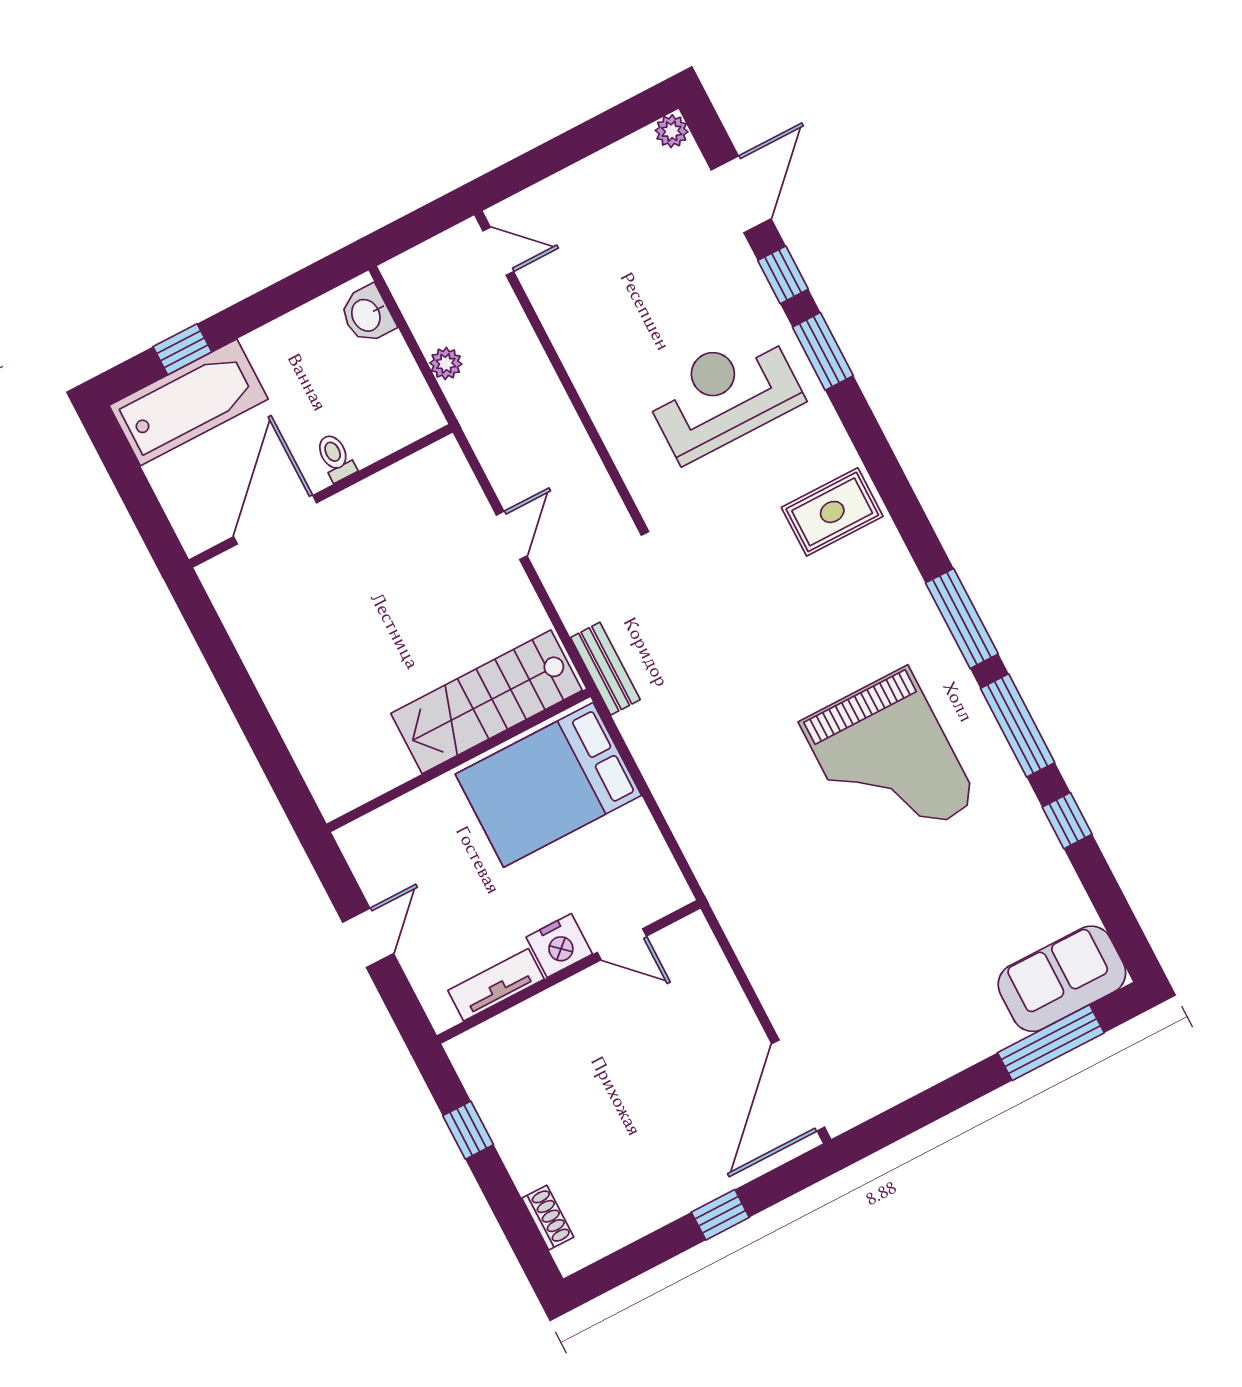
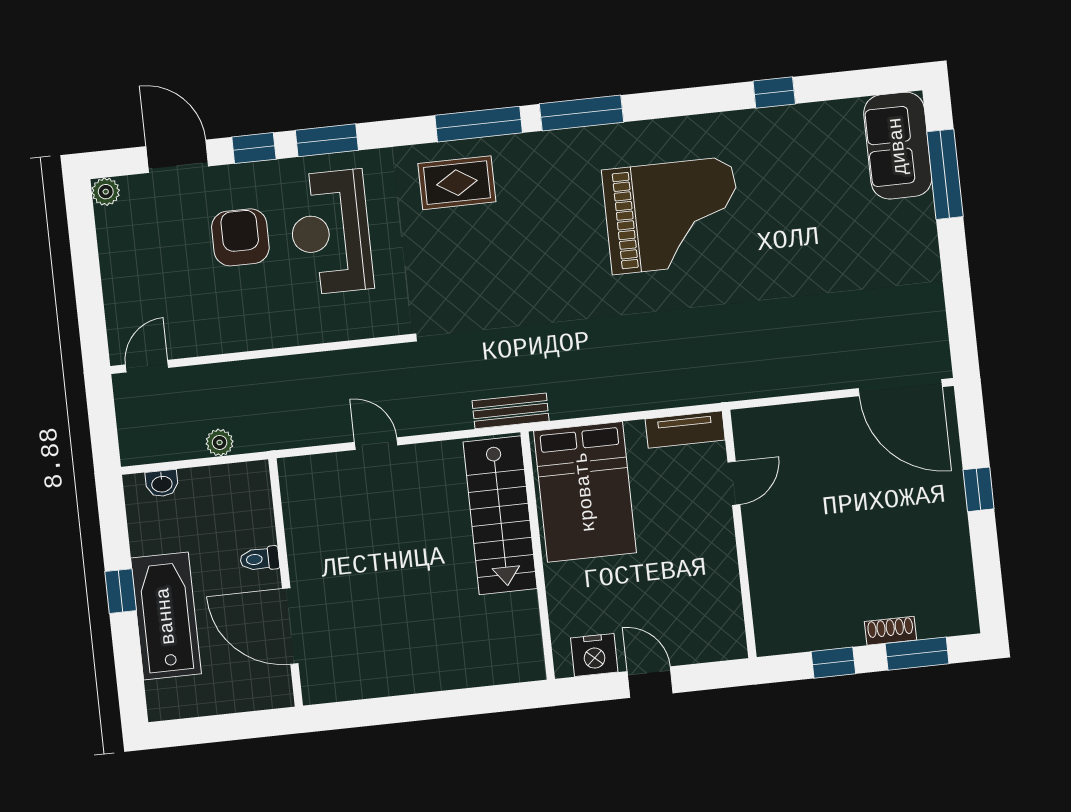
armchair: (679, 298) -> (240, 237), added
washbasin: (367, 315) -> (162, 483), width x0.72, depth x0.69
window: (182, 349) -> (121, 591), moved
bathtub: (189, 402) -> (166, 616), moved
rug: (832, 512) -> (457, 183), turned 90
window: (1018, 725) -> (479, 124), moved
nightstand: (559, 946) -> (594, 655), moved, turned 90
tv unit: (496, 985) -> (685, 430), moved, turned -90
window: (514, 1218) -> (917, 654), added
shoe rack: (548, 1218) -> (891, 631), moved

